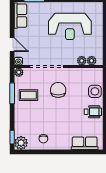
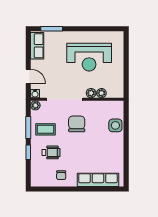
plant: (92, 61) -> (91, 93), moved
wheelchair: (93, 112) -> (51, 152), moved
window: (12, 137) -> (28, 152), moved
plant: (21, 143) -> (38, 180), removed
row of seats: (85, 143) -> (98, 180), width x1.48

